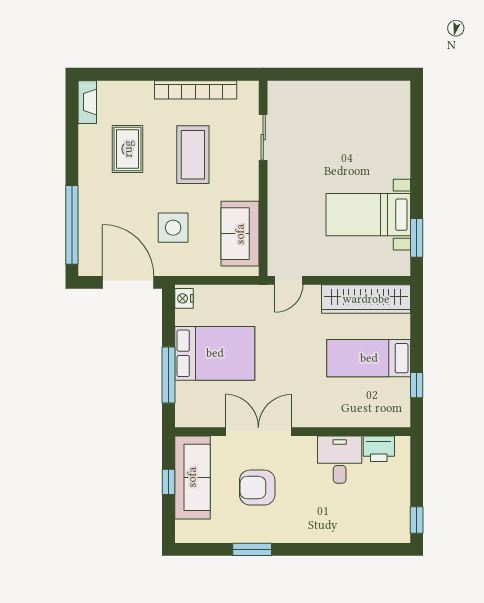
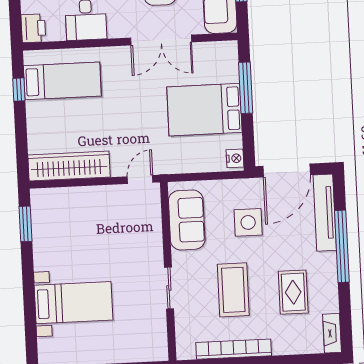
sliding door: (263, 137) -> (169, 288), moved
bed with nightstands: (368, 215) -> (74, 303), moved
window: (72, 225) -> (342, 246), moved
tv unit: (89, 234) -> (325, 213), added
door: (128, 282) -> (287, 170), hinge flipped
bed: (369, 358) -> (62, 81), moved
printer: (379, 449) -> (33, 28), moved, turned 90

